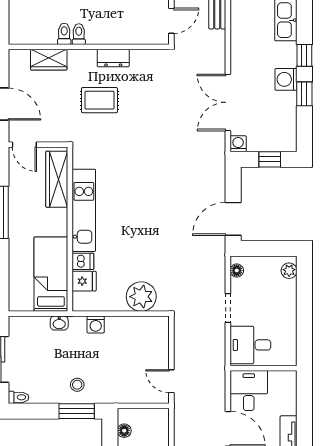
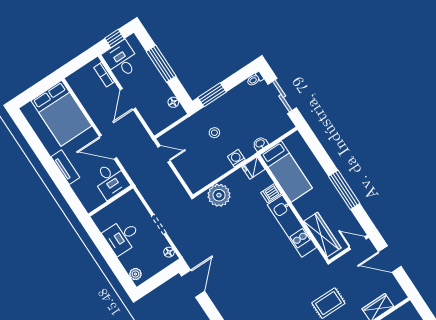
fridge: (84, 281) -> (253, 168), moved
desk: (250, 345) -> (122, 237), moved, turned 180
stool: (77, 385) -> (214, 133), moved

